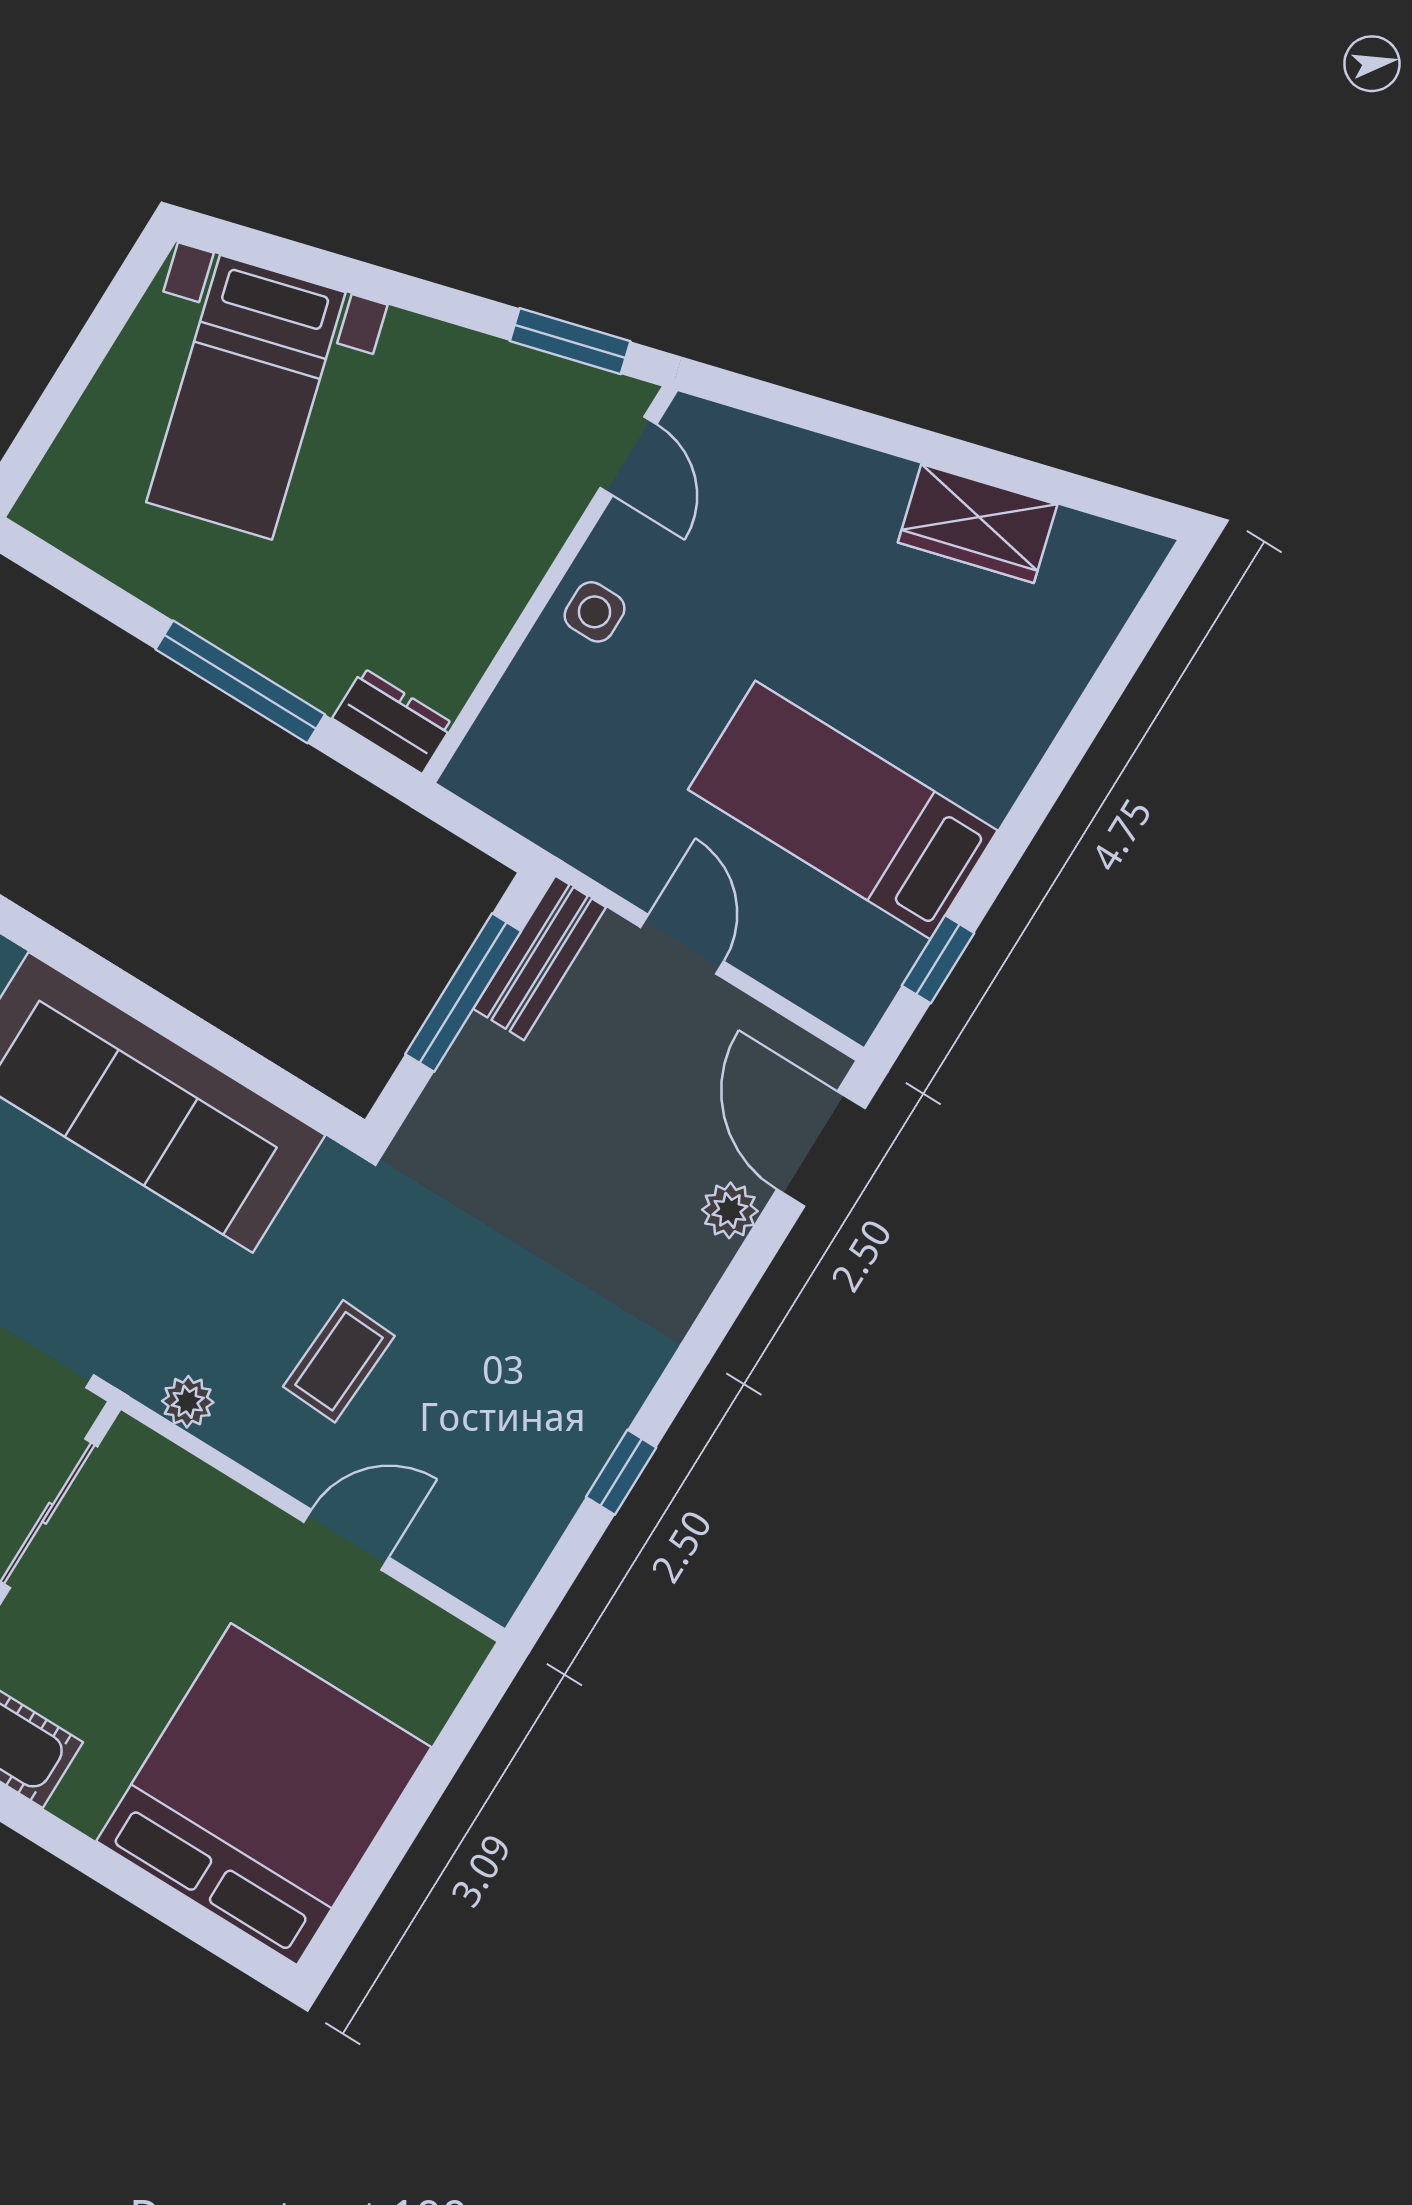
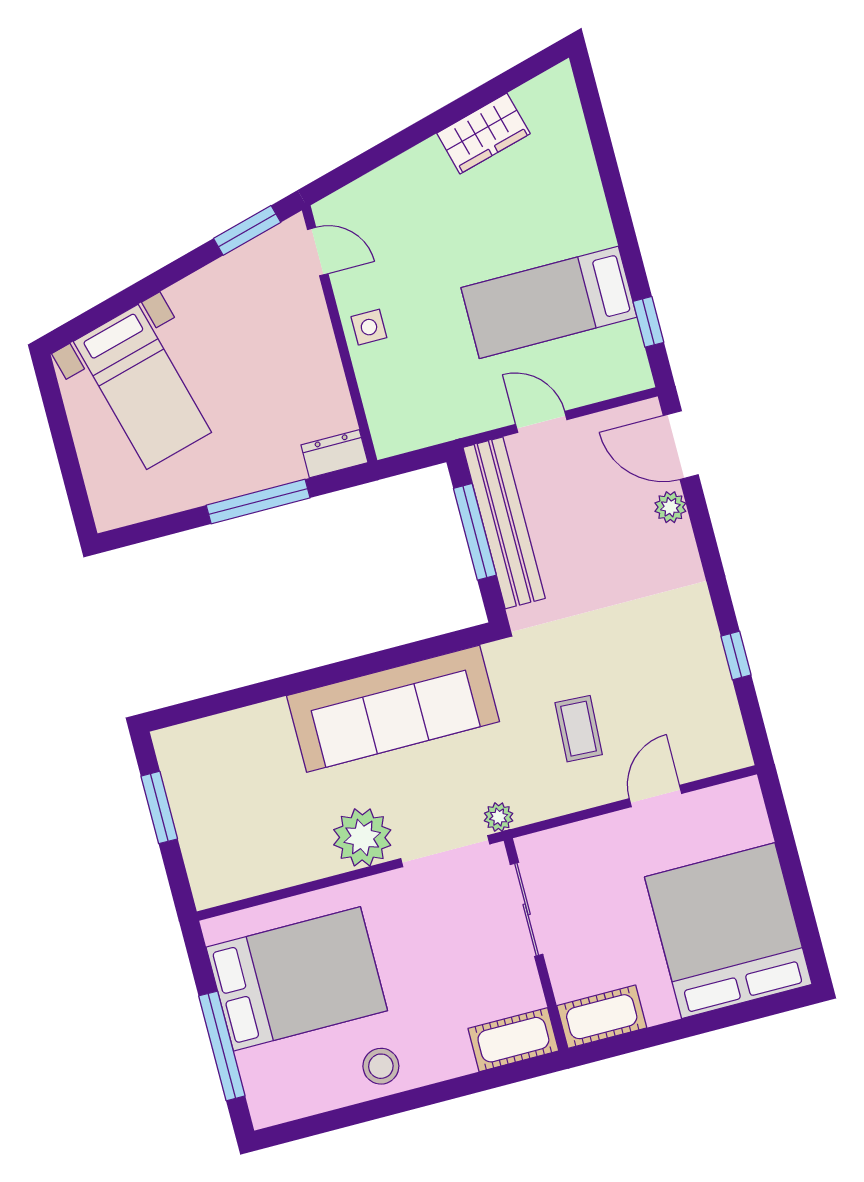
bench: (540, 958) -> (504, 523), width x1.86, depth x1.21
plant: (188, 1402) -> (499, 817), moved

